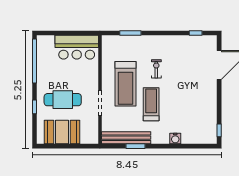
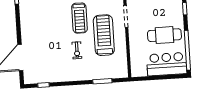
bar counter: (77, 47) -> (167, 64), moved
cafe table: (63, 100) -> (164, 35), moved

